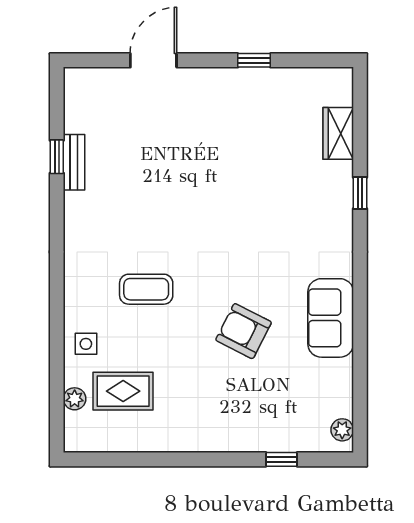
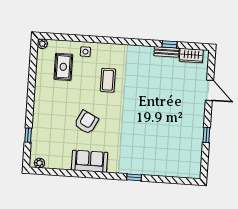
wardrobe: (338, 133) -> (191, 56), moved, turned 180
window: (360, 193) -> (134, 177), moved
plant: (75, 399) -> (42, 44), moved

